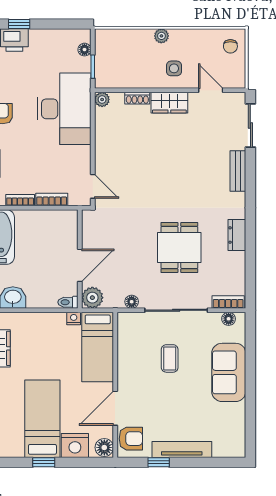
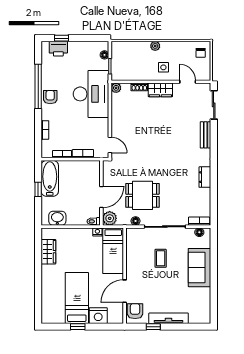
dining table: (179, 248) -> (143, 195), moved, turned 90
armchair: (131, 439) -> (135, 311), turned -90
floor lamp: (104, 447) -> (118, 317), removed

